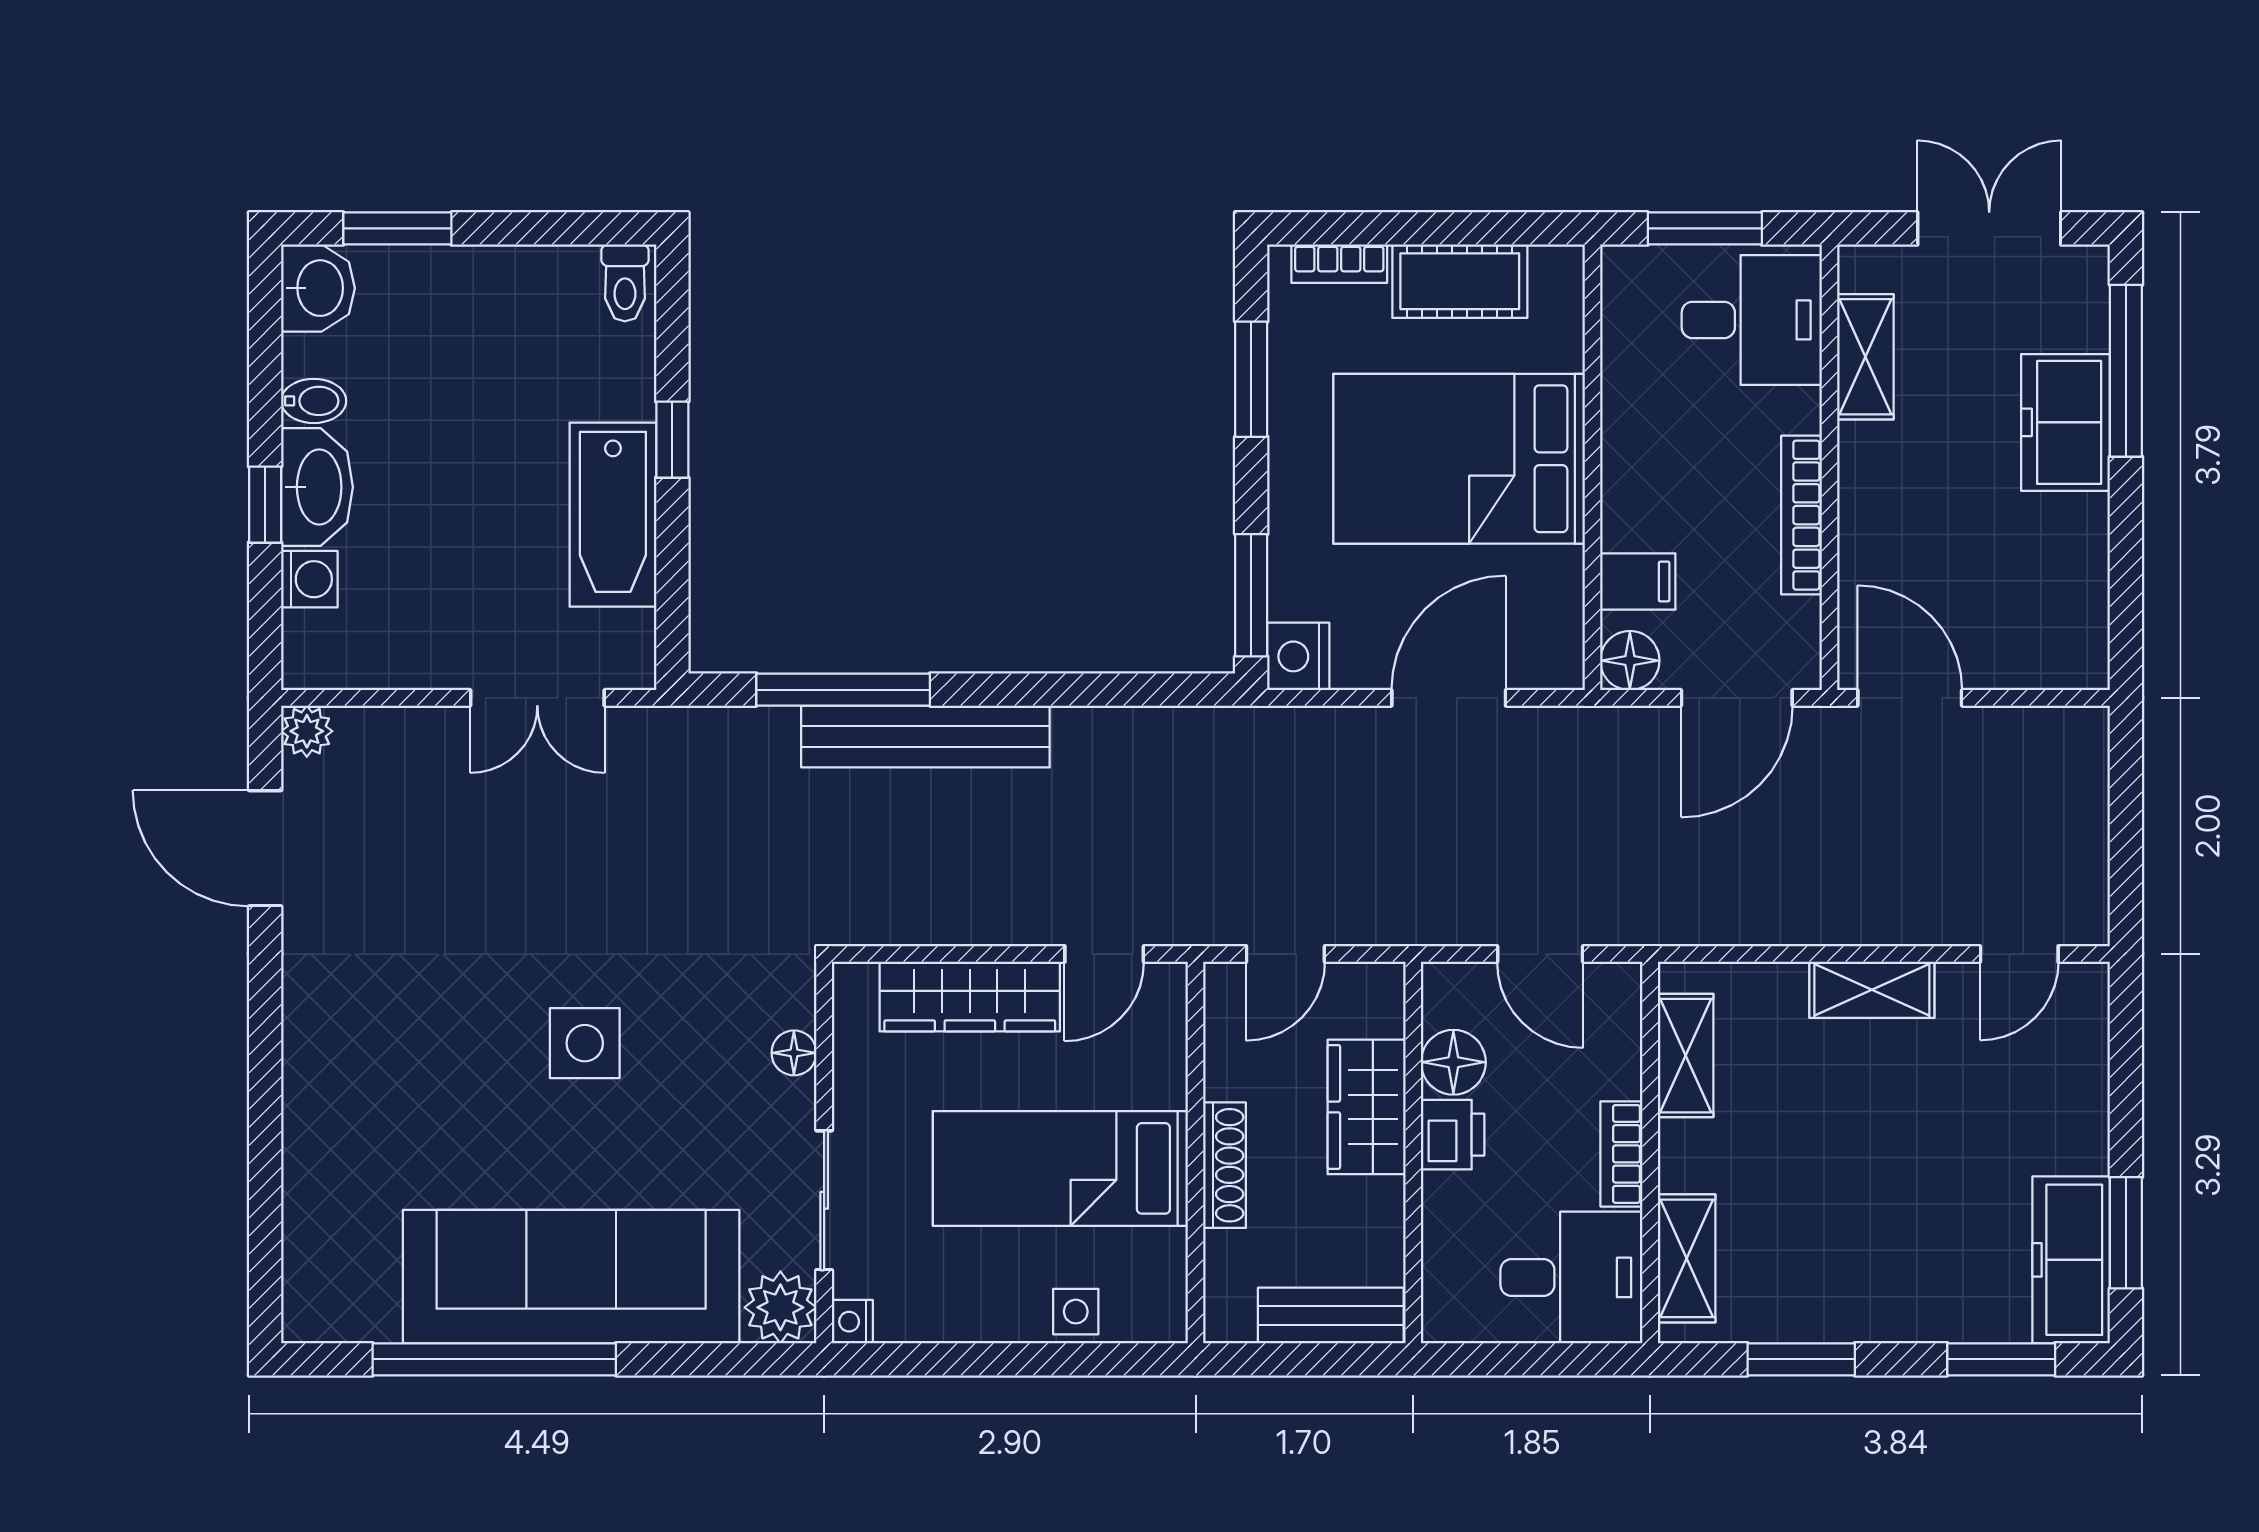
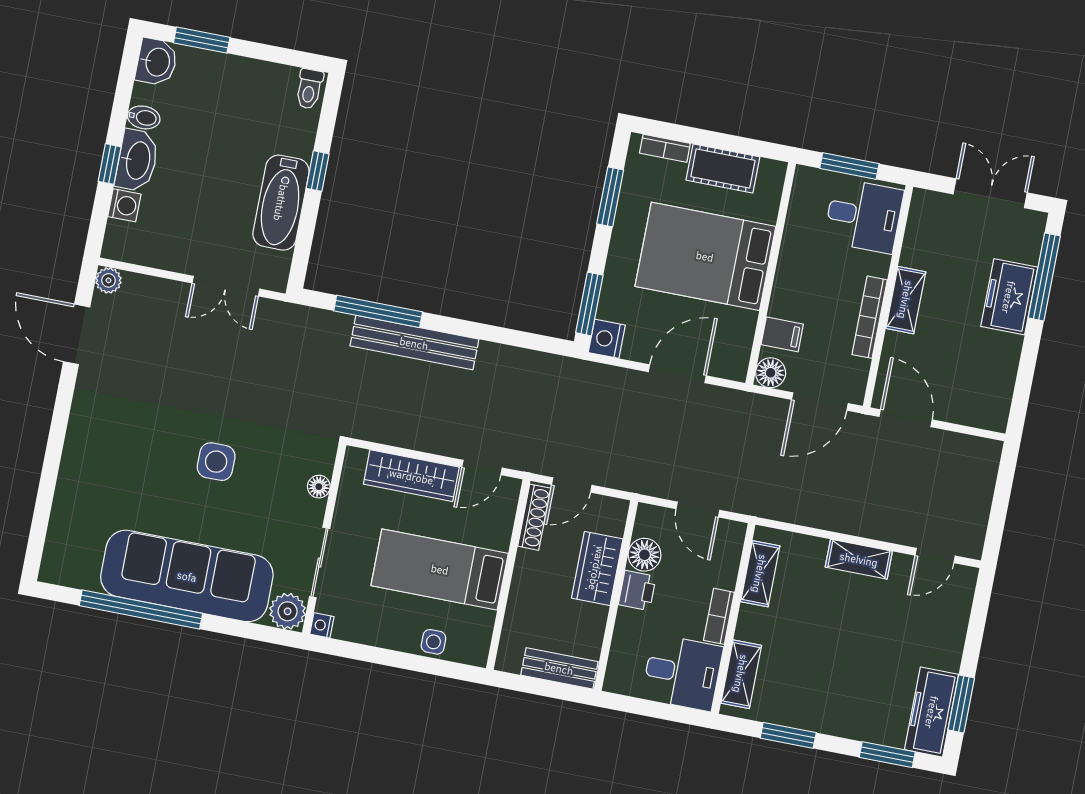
shelving: (1865, 357) -> (906, 300), moved
shoe rack: (1225, 1165) -> (534, 517), moved

